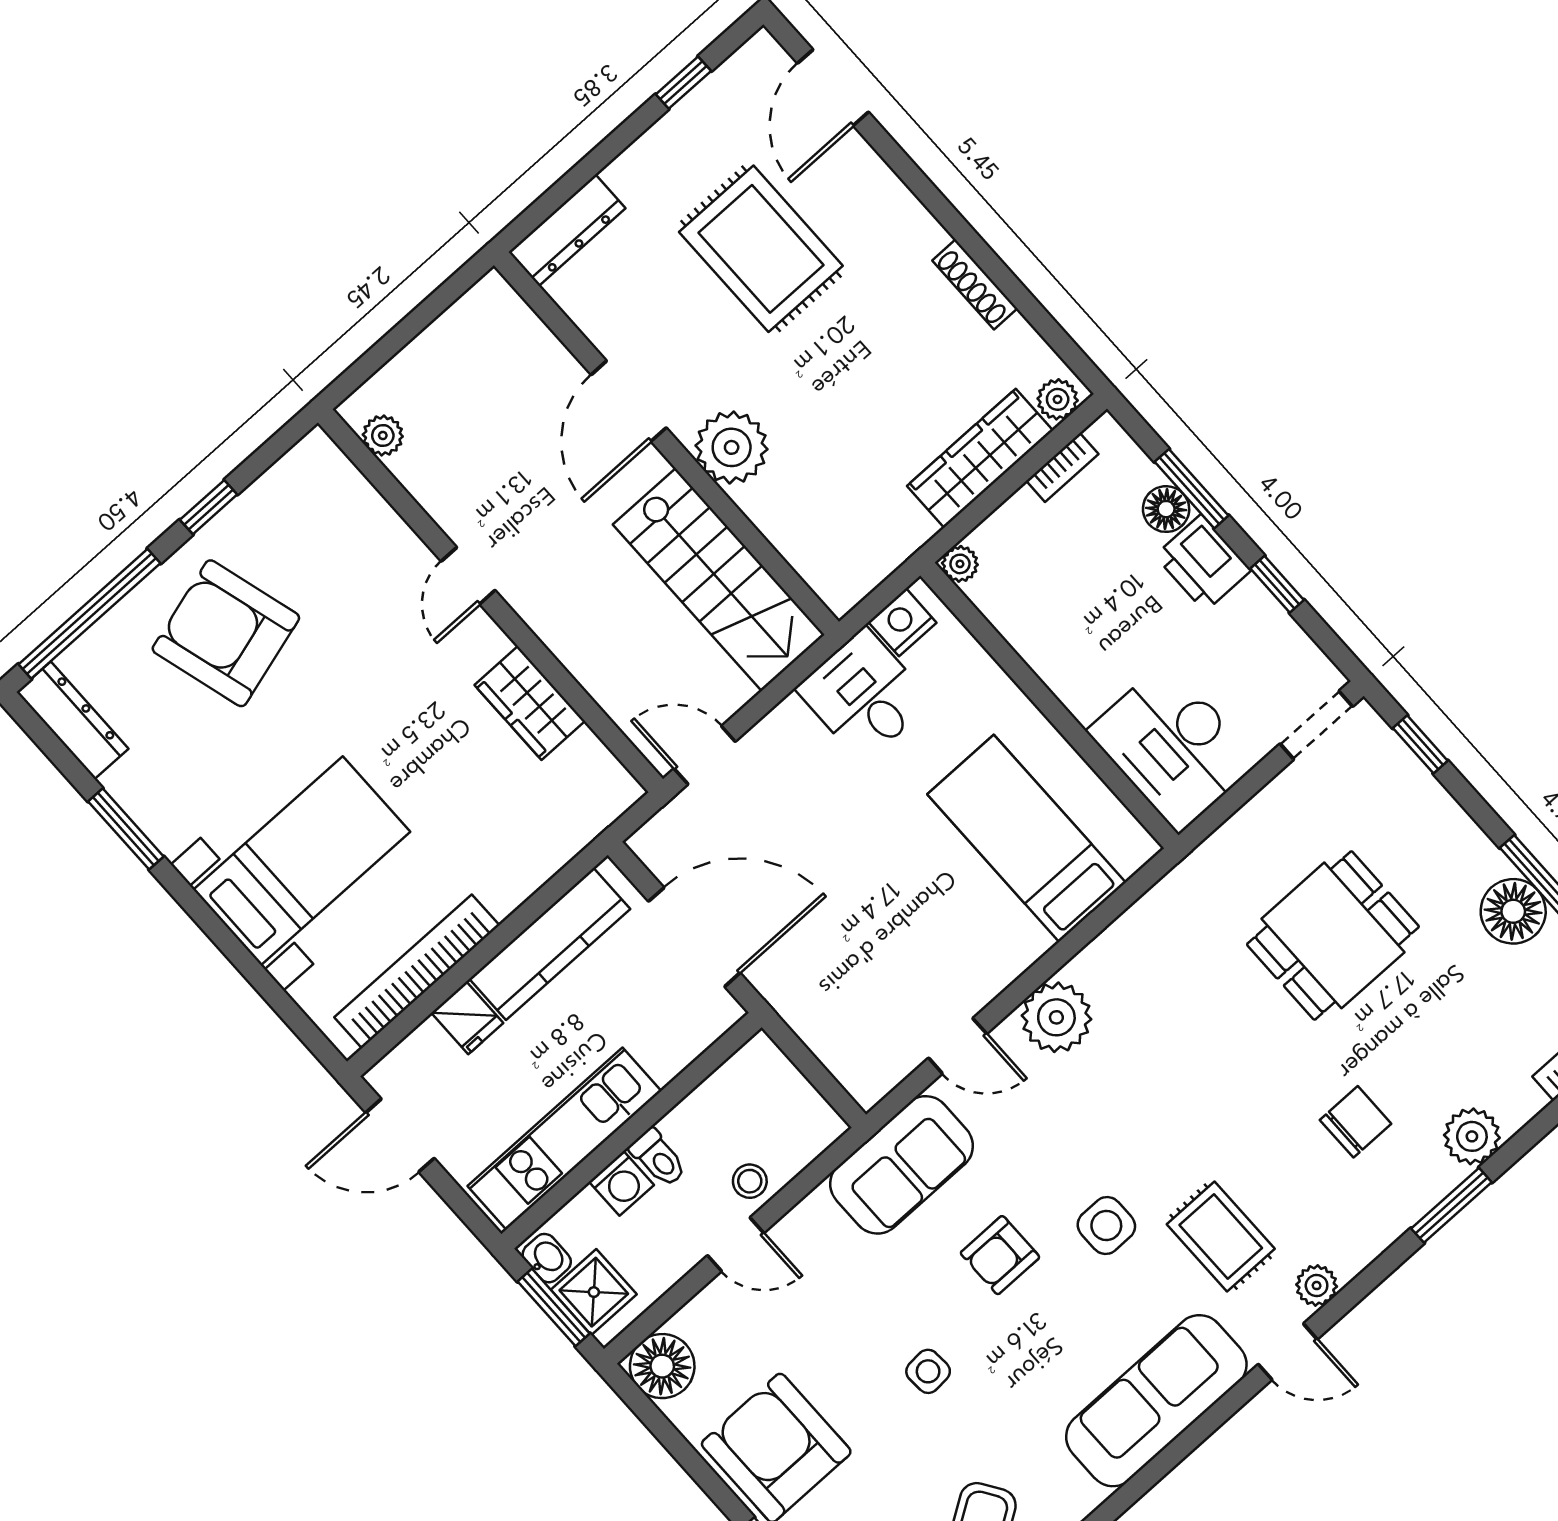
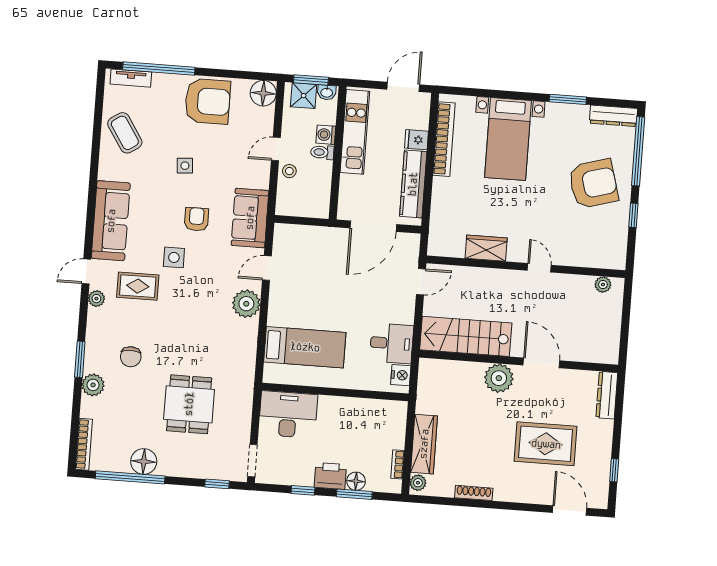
plant: (960, 564) -> (400, 408), removed

